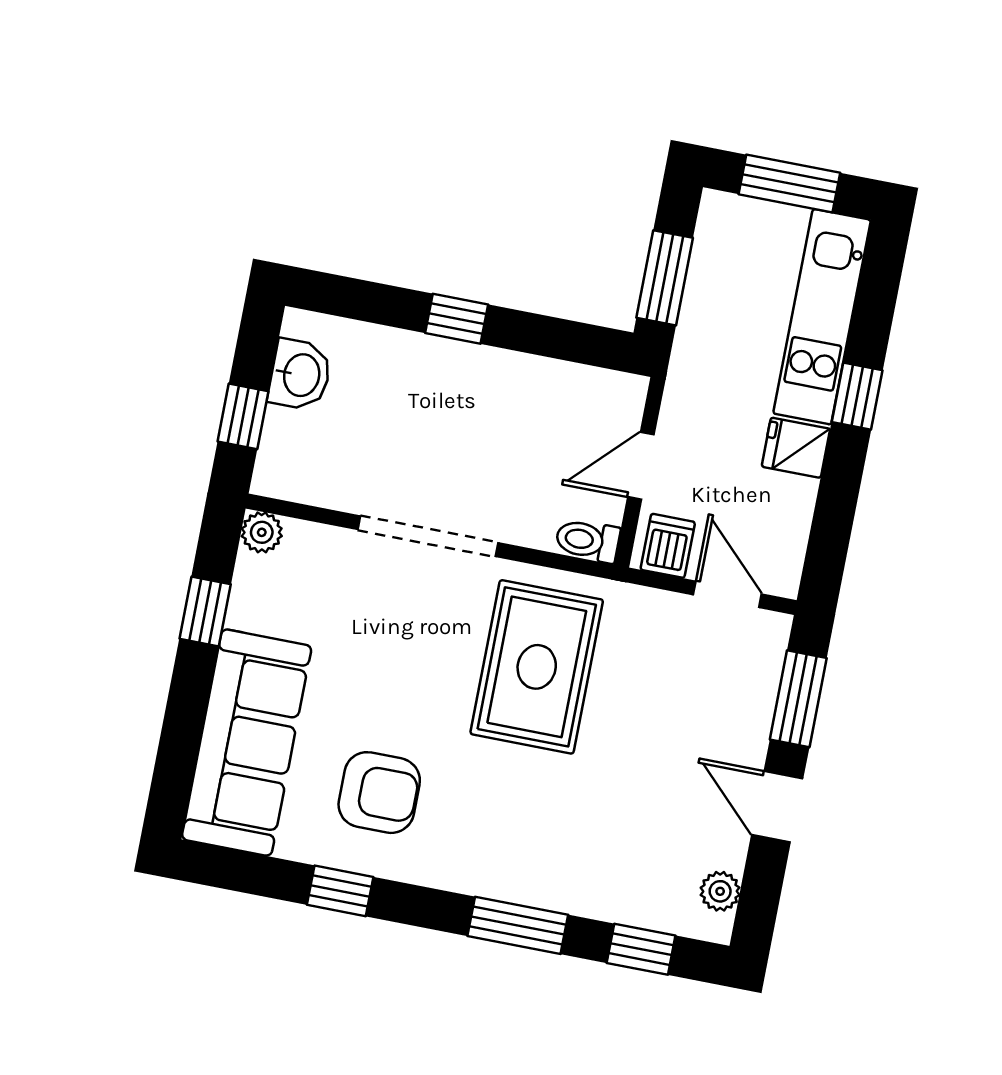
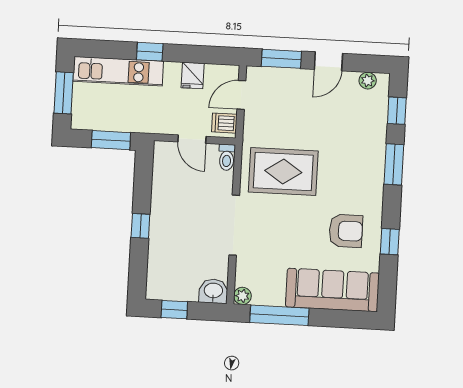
washbasin: (300, 375) -> (213, 291), moved
window: (243, 416) -> (174, 310), moved
fridge: (796, 448) -> (193, 75), moved
window: (205, 611) -> (279, 315), width x2.17
armchair: (379, 793) -> (346, 231), turned 90

